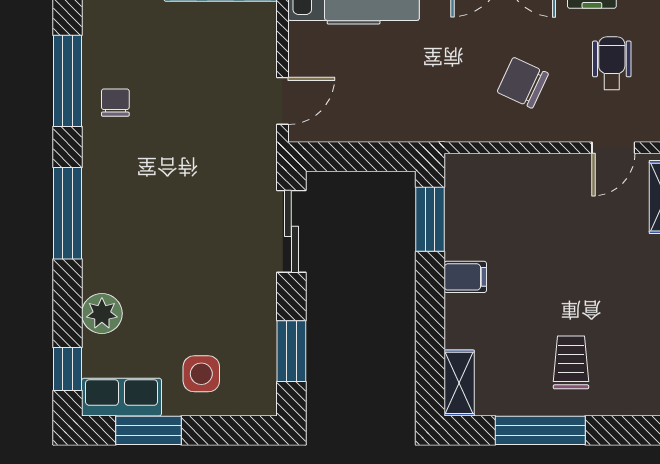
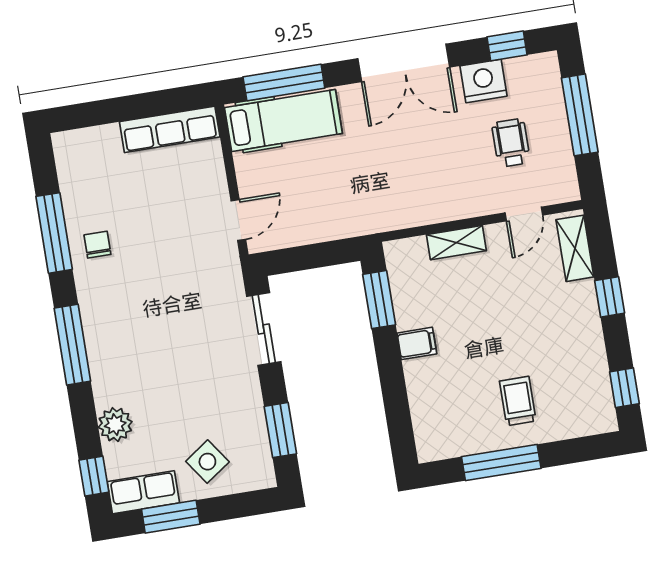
chair: (523, 83) -> (439, 172), removed
side table: (201, 374) -> (207, 462), turned -35
shelving: (459, 383) -> (456, 243), moved, turned 90

